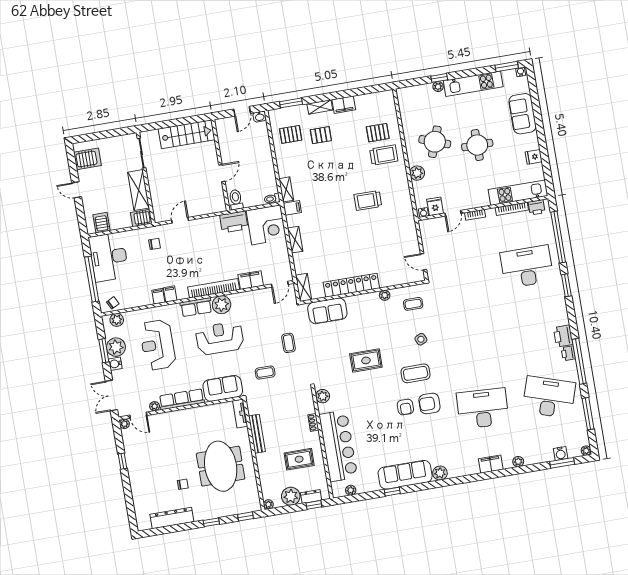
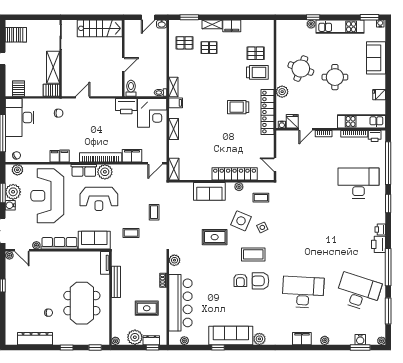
locker: (404, 200) -> (268, 112), added
locker: (351, 285) -> (235, 174), moved
sofa: (327, 311) -> (209, 191), moved
side table: (394, 336) -> (241, 221), added
reception desk: (220, 338) -> (99, 199), turned 180
reception desk: (158, 345) -> (47, 196), width x1.36, depth x1.30
printer: (568, 353) -> (380, 230), moved

